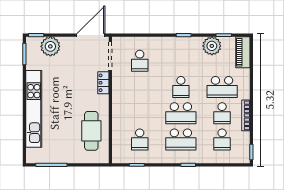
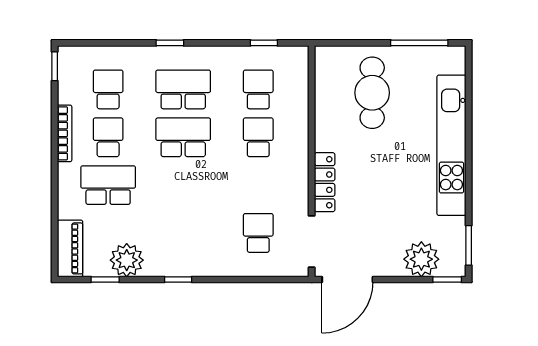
locker: (103, 83) -> (325, 182), width x1.53
school desk: (181, 87) -> (258, 137), moved
cafe table: (91, 131) -> (372, 93), moved

